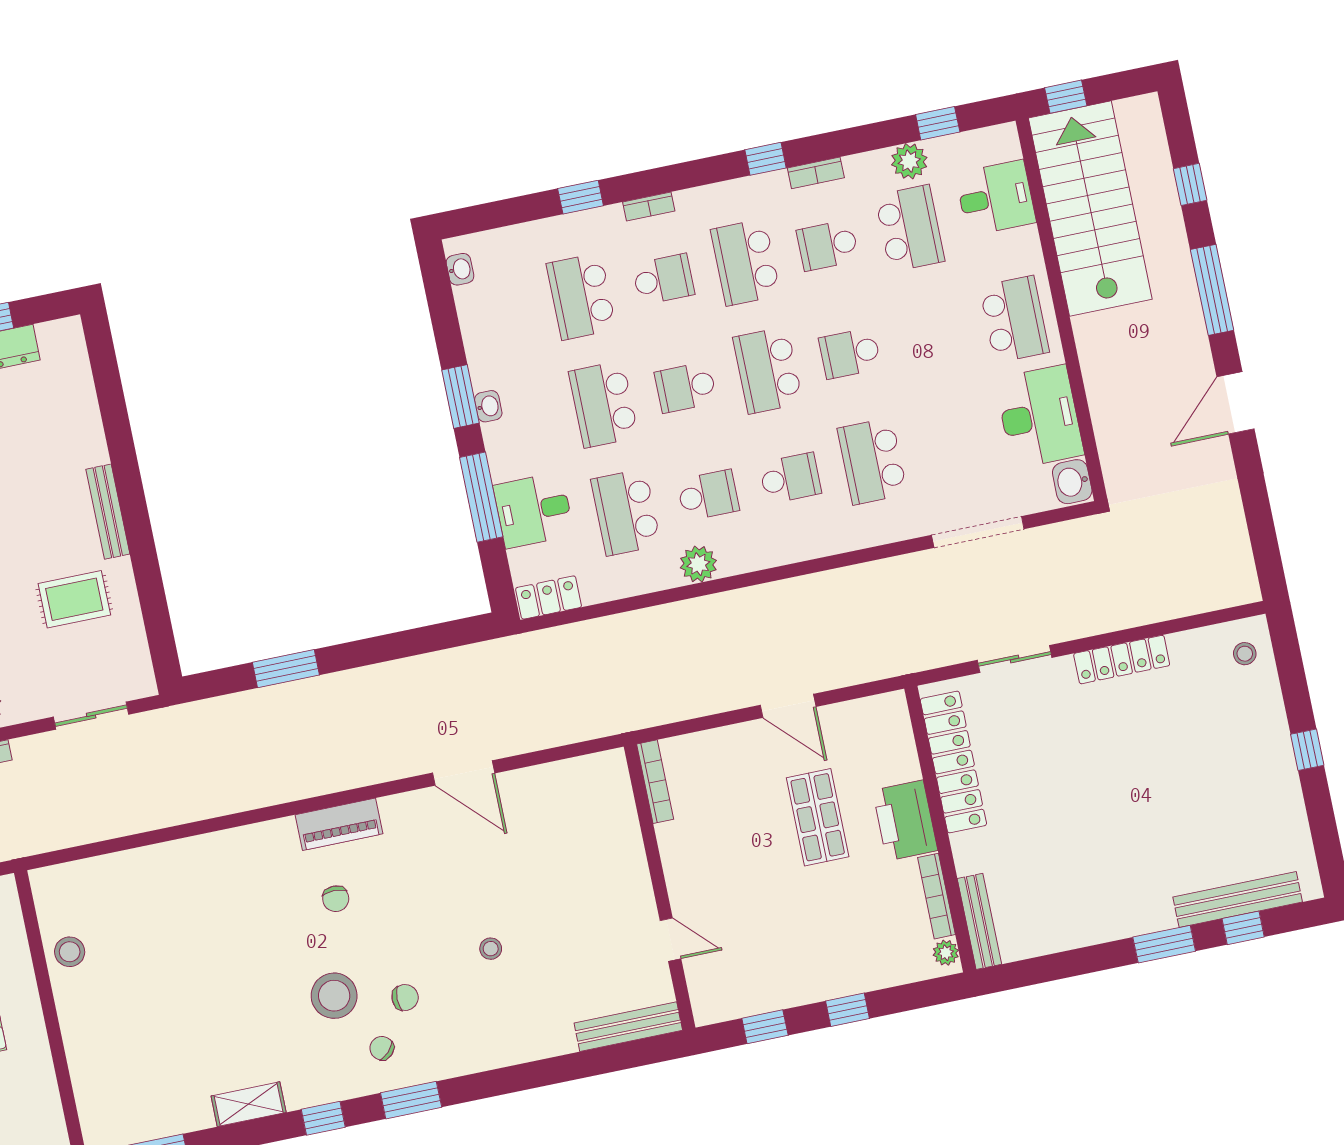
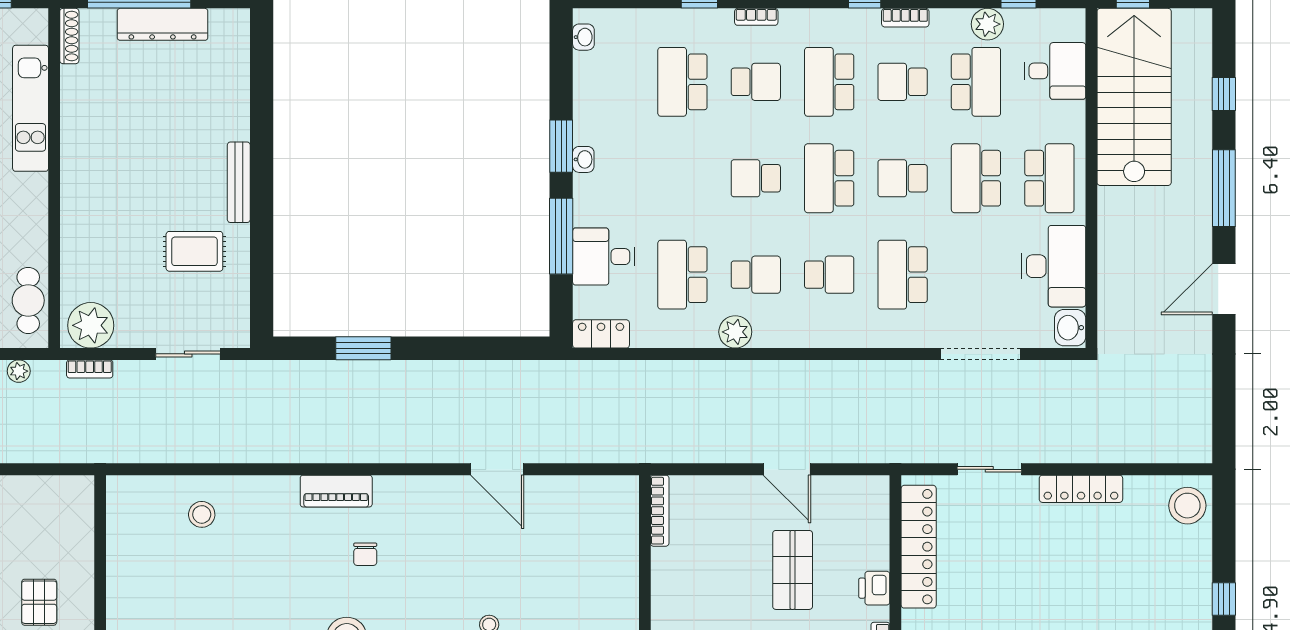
school desk: (604, 404) -> (976, 178), moved
stool: (1245, 654) -> (1187, 506), width x1.89, depth x1.89
printer: (905, 820) -> (874, 588), width x0.53, depth x0.68
piano: (339, 824) -> (336, 491), moved
stool: (70, 952) -> (202, 514), moved

